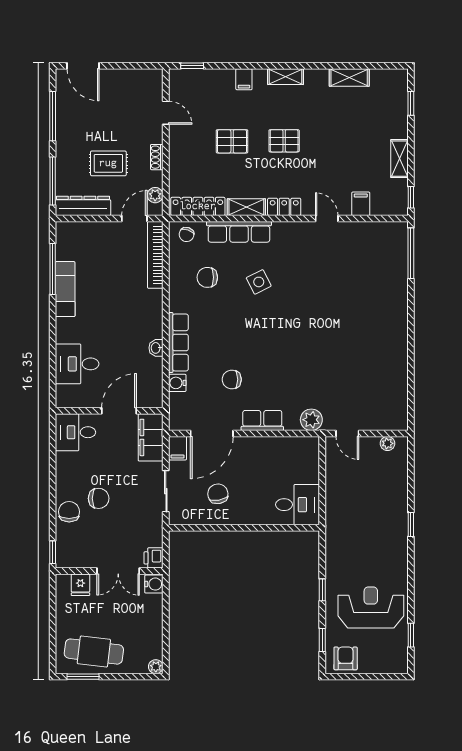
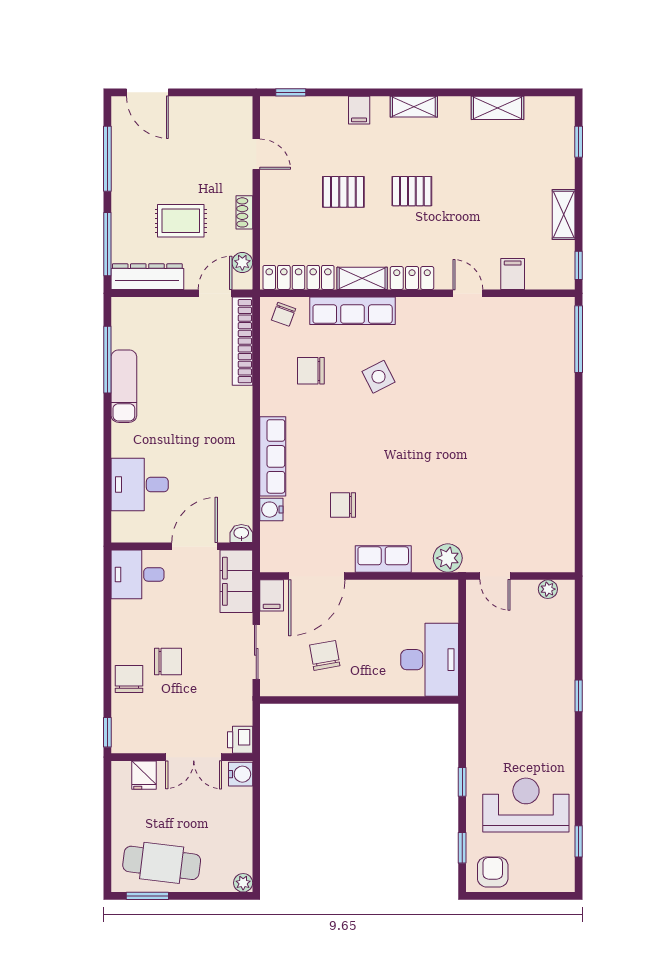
washbasin: (156, 348) -> (241, 533), moved, turned 90
desk: (298, 505) -> (430, 660), width x1.37

